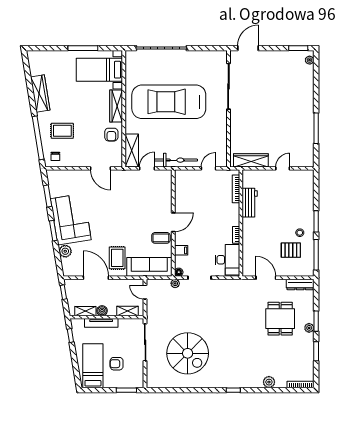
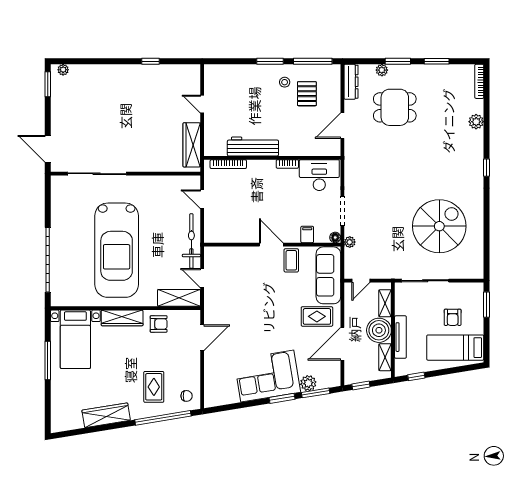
window: (316, 128) -> (151, 61), width x0.46
window: (48, 196) -> (316, 393), moved
workbench: (250, 203) -> (253, 146), width x1.38
boiler: (102, 311) -> (379, 330), width x1.86, depth x1.86
plant: (309, 328) -> (382, 70), moved

